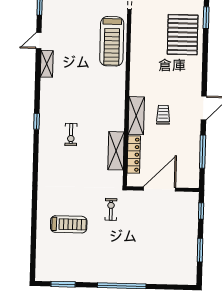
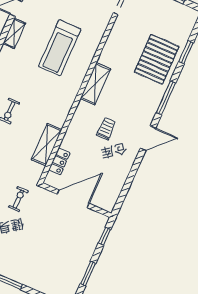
treadmill: (112, 41) -> (60, 48), moved
shelving: (136, 116) -> (95, 84), moved
window: (203, 152) -> (166, 98), moved
locker: (134, 155) -> (59, 161), width x0.66

